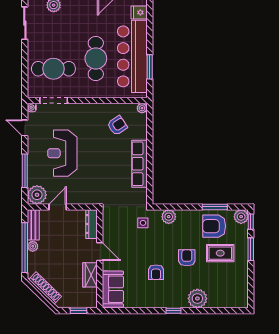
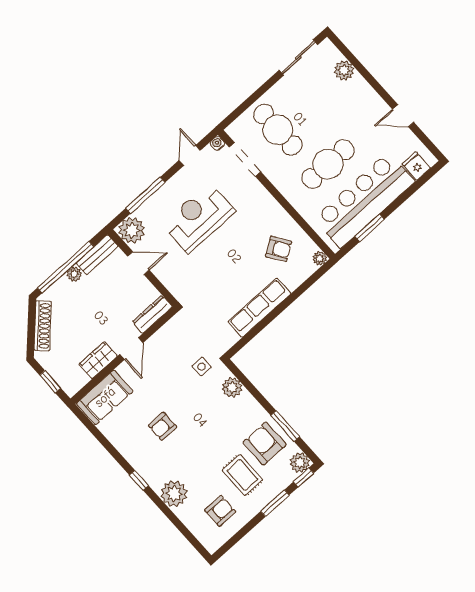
armchair: (187, 258) -> (220, 511), moved

